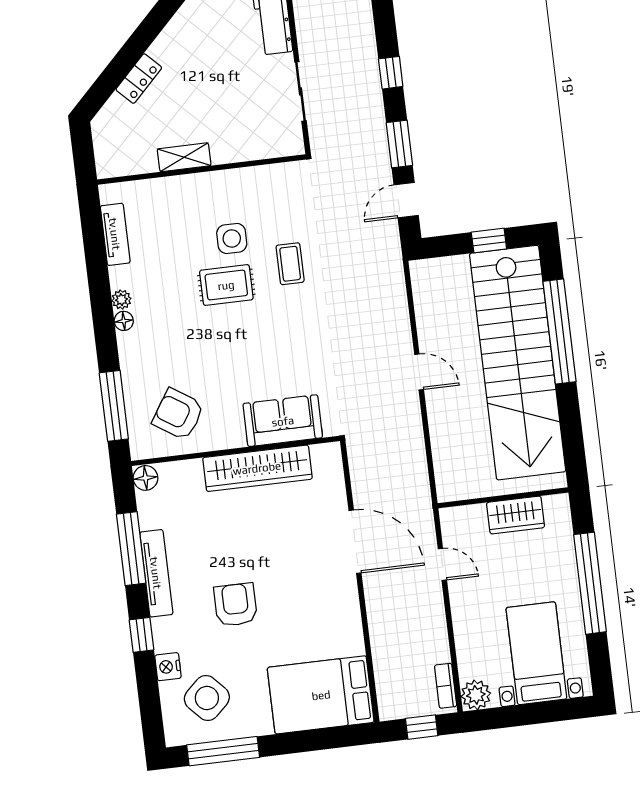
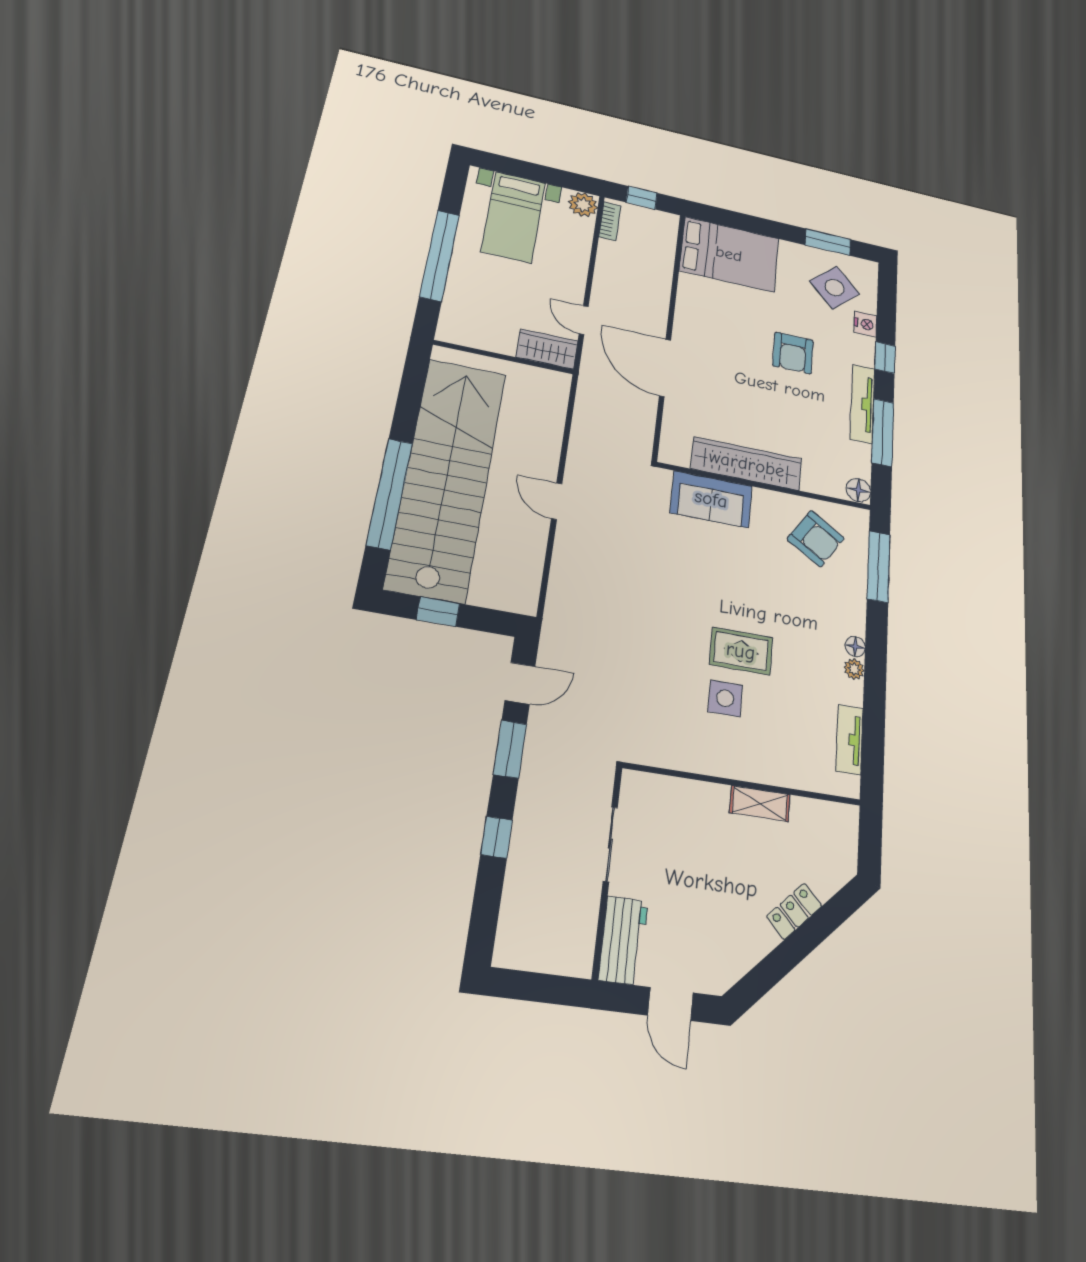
coffee table: (290, 264) -> (668, 653), removed
wardrobe: (516, 515) -> (547, 349), moved
window: (223, 751) -> (828, 242), width x0.69

